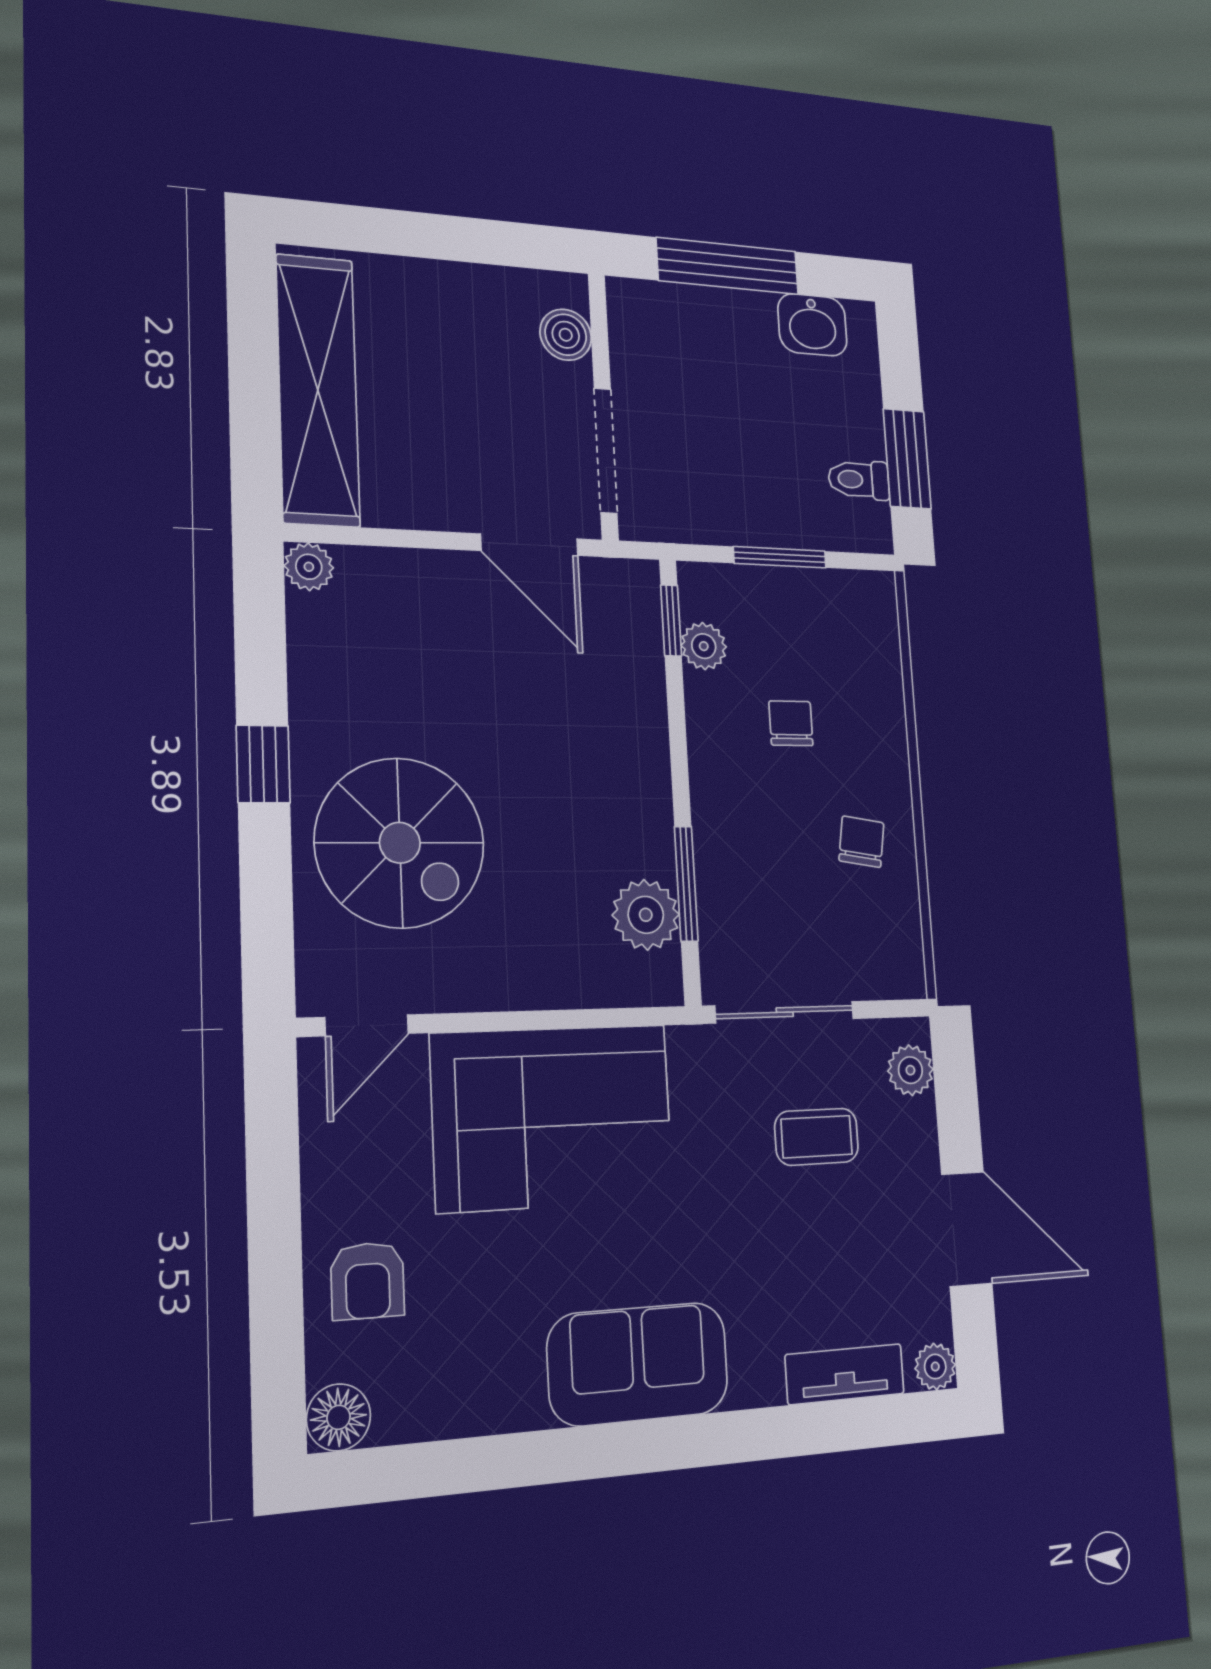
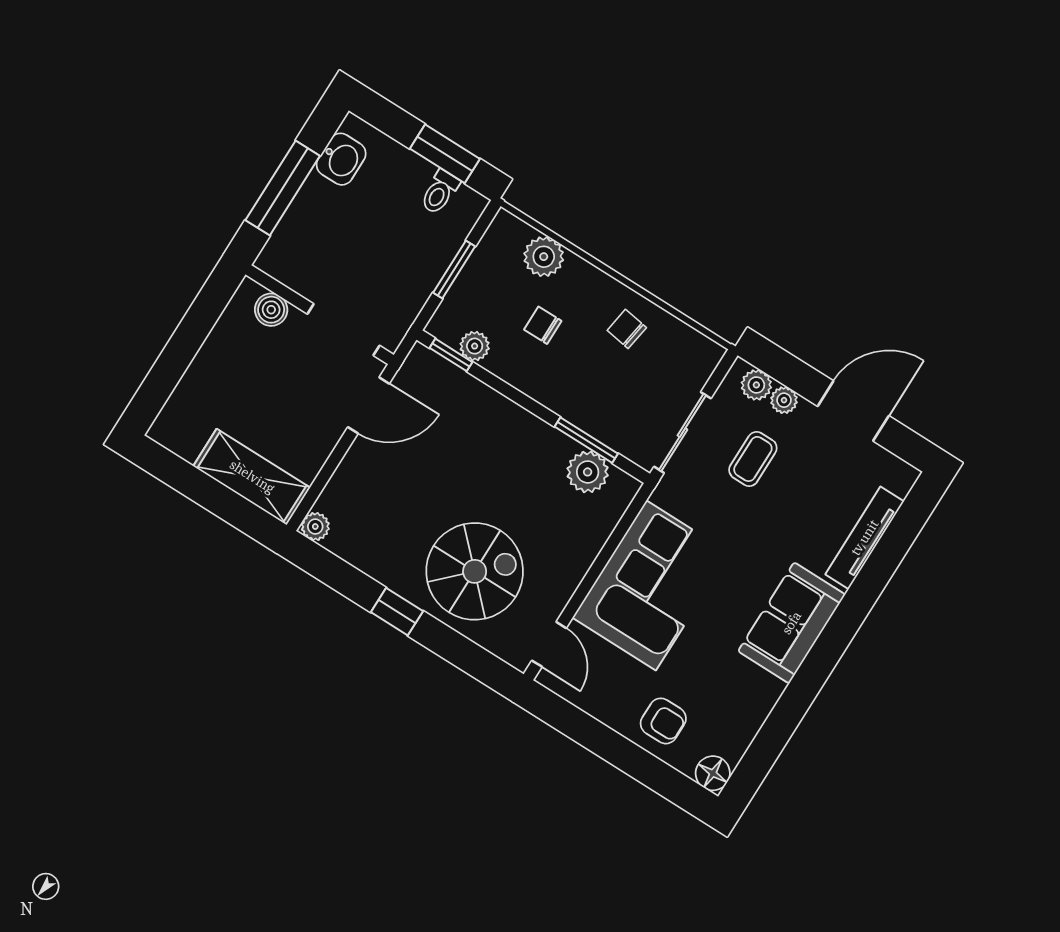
shelving: (318, 390) -> (252, 477), width x0.68
plant: (874, 669) -> (544, 257), added
plant: (935, 1367) -> (784, 400), moved
tv unit: (845, 1374) -> (865, 538), width x1.41

